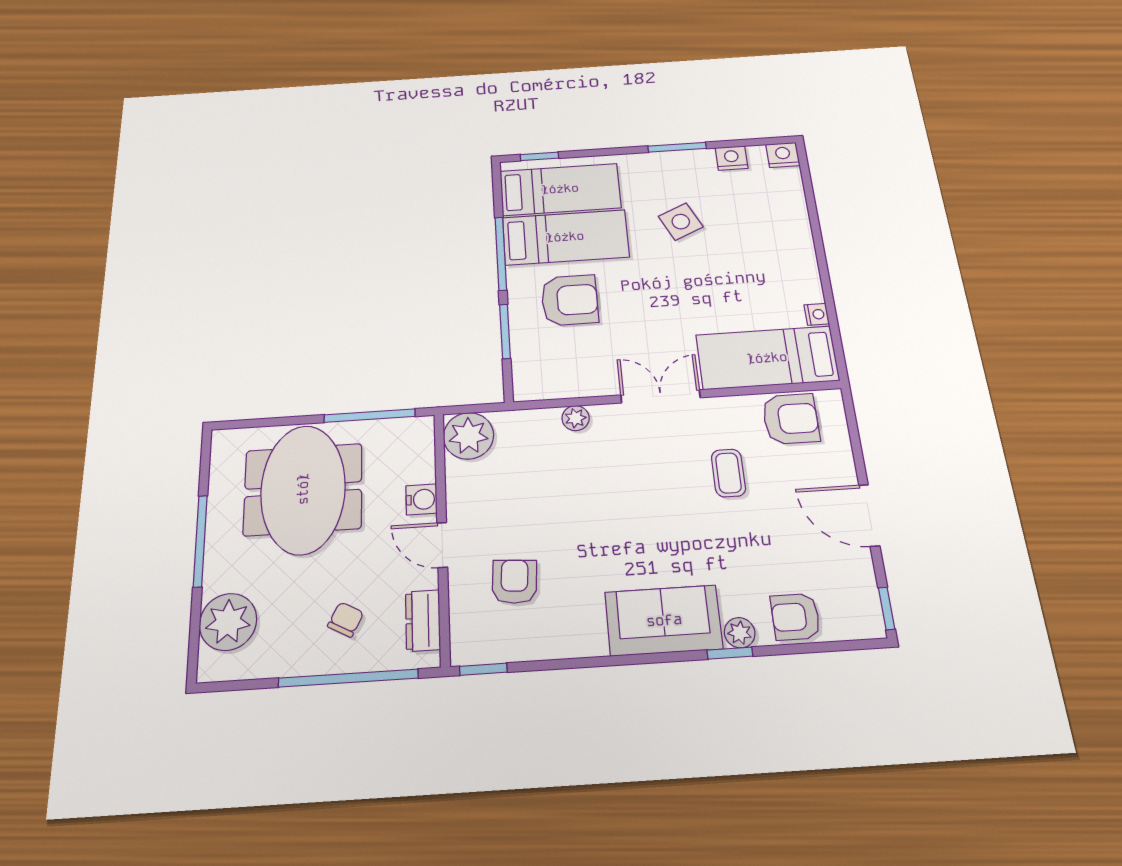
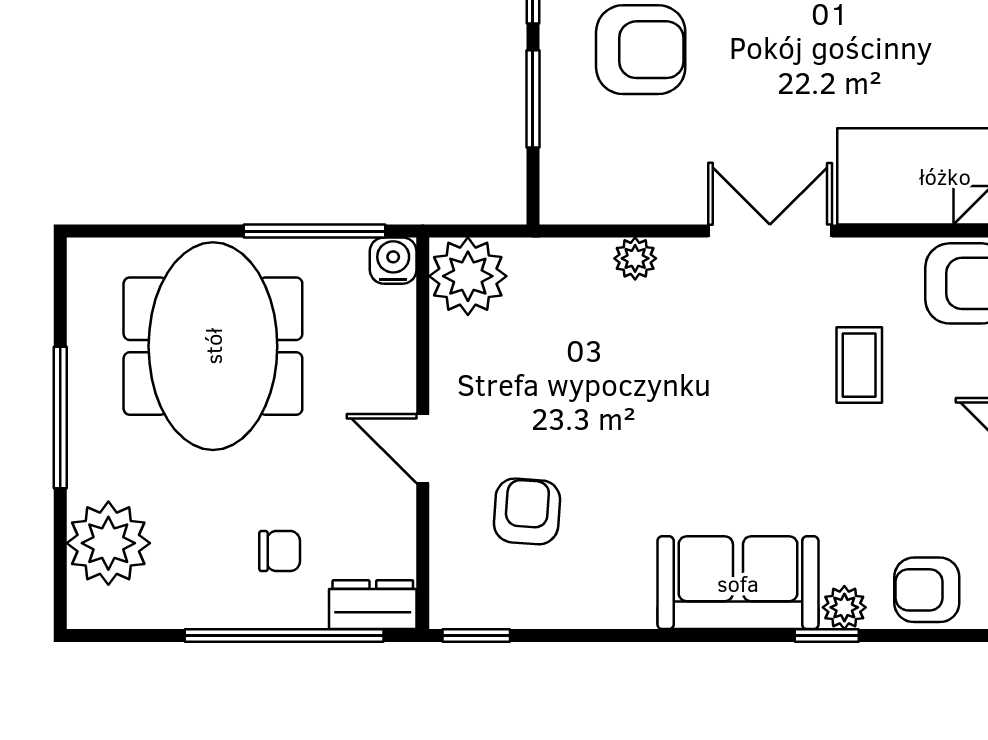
water cooler: (422, 499) -> (393, 261), moved, turned -90
chair: (346, 619) -> (280, 551), turned 62
dresser: (423, 621) -> (373, 605), moved, turned 90

